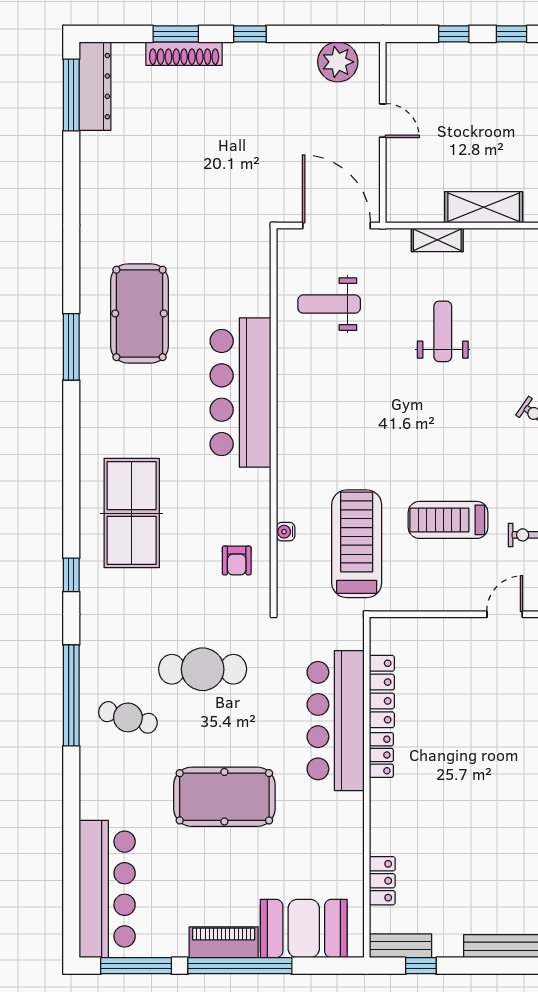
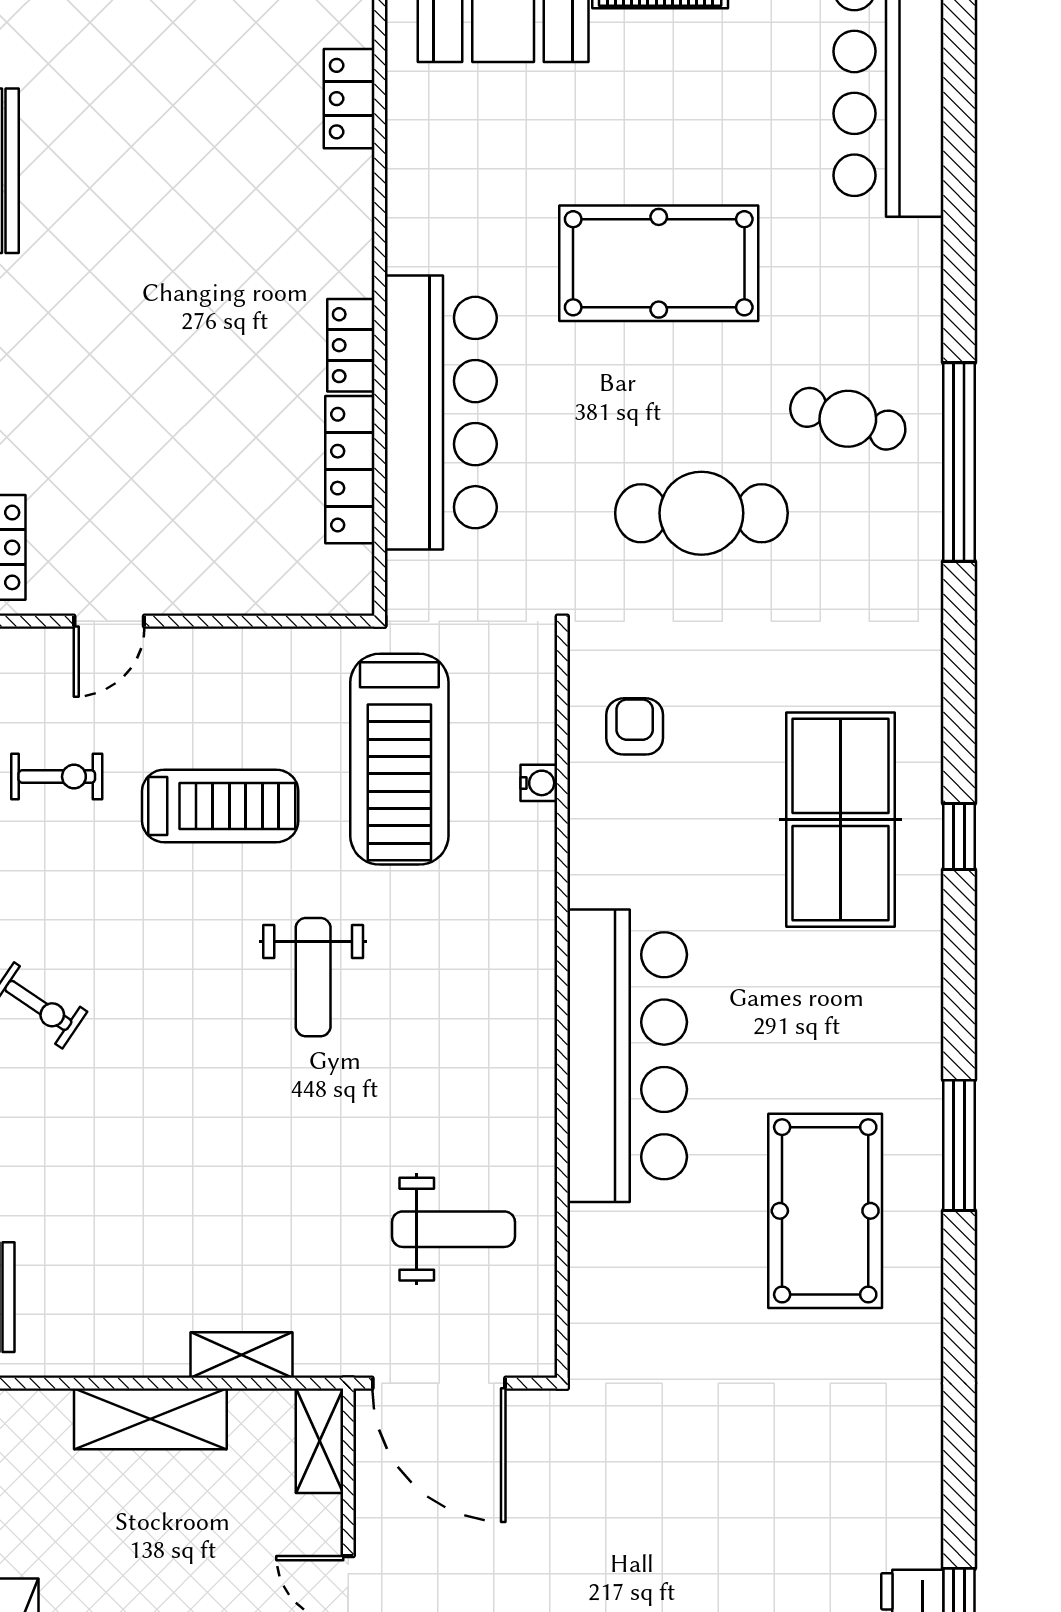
shelving: (397, 196) -> (319, 1441), added
weight bench: (443, 331) -> (313, 977), moved
window: (71, 575) -> (959, 837), moved

